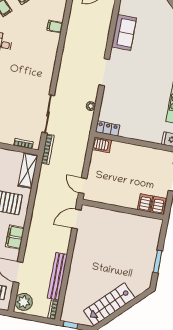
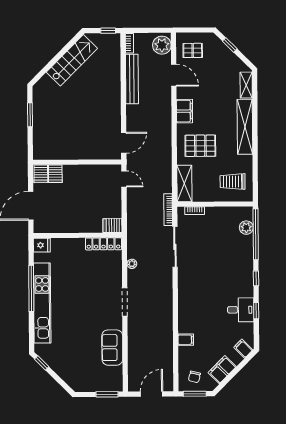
locker: (107, 128) -> (103, 244), width x1.53

